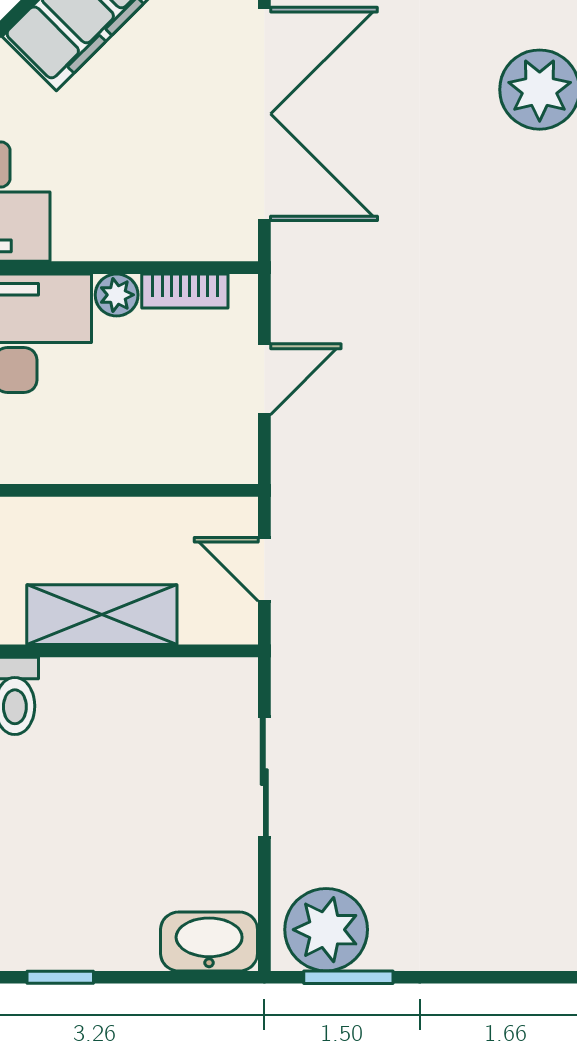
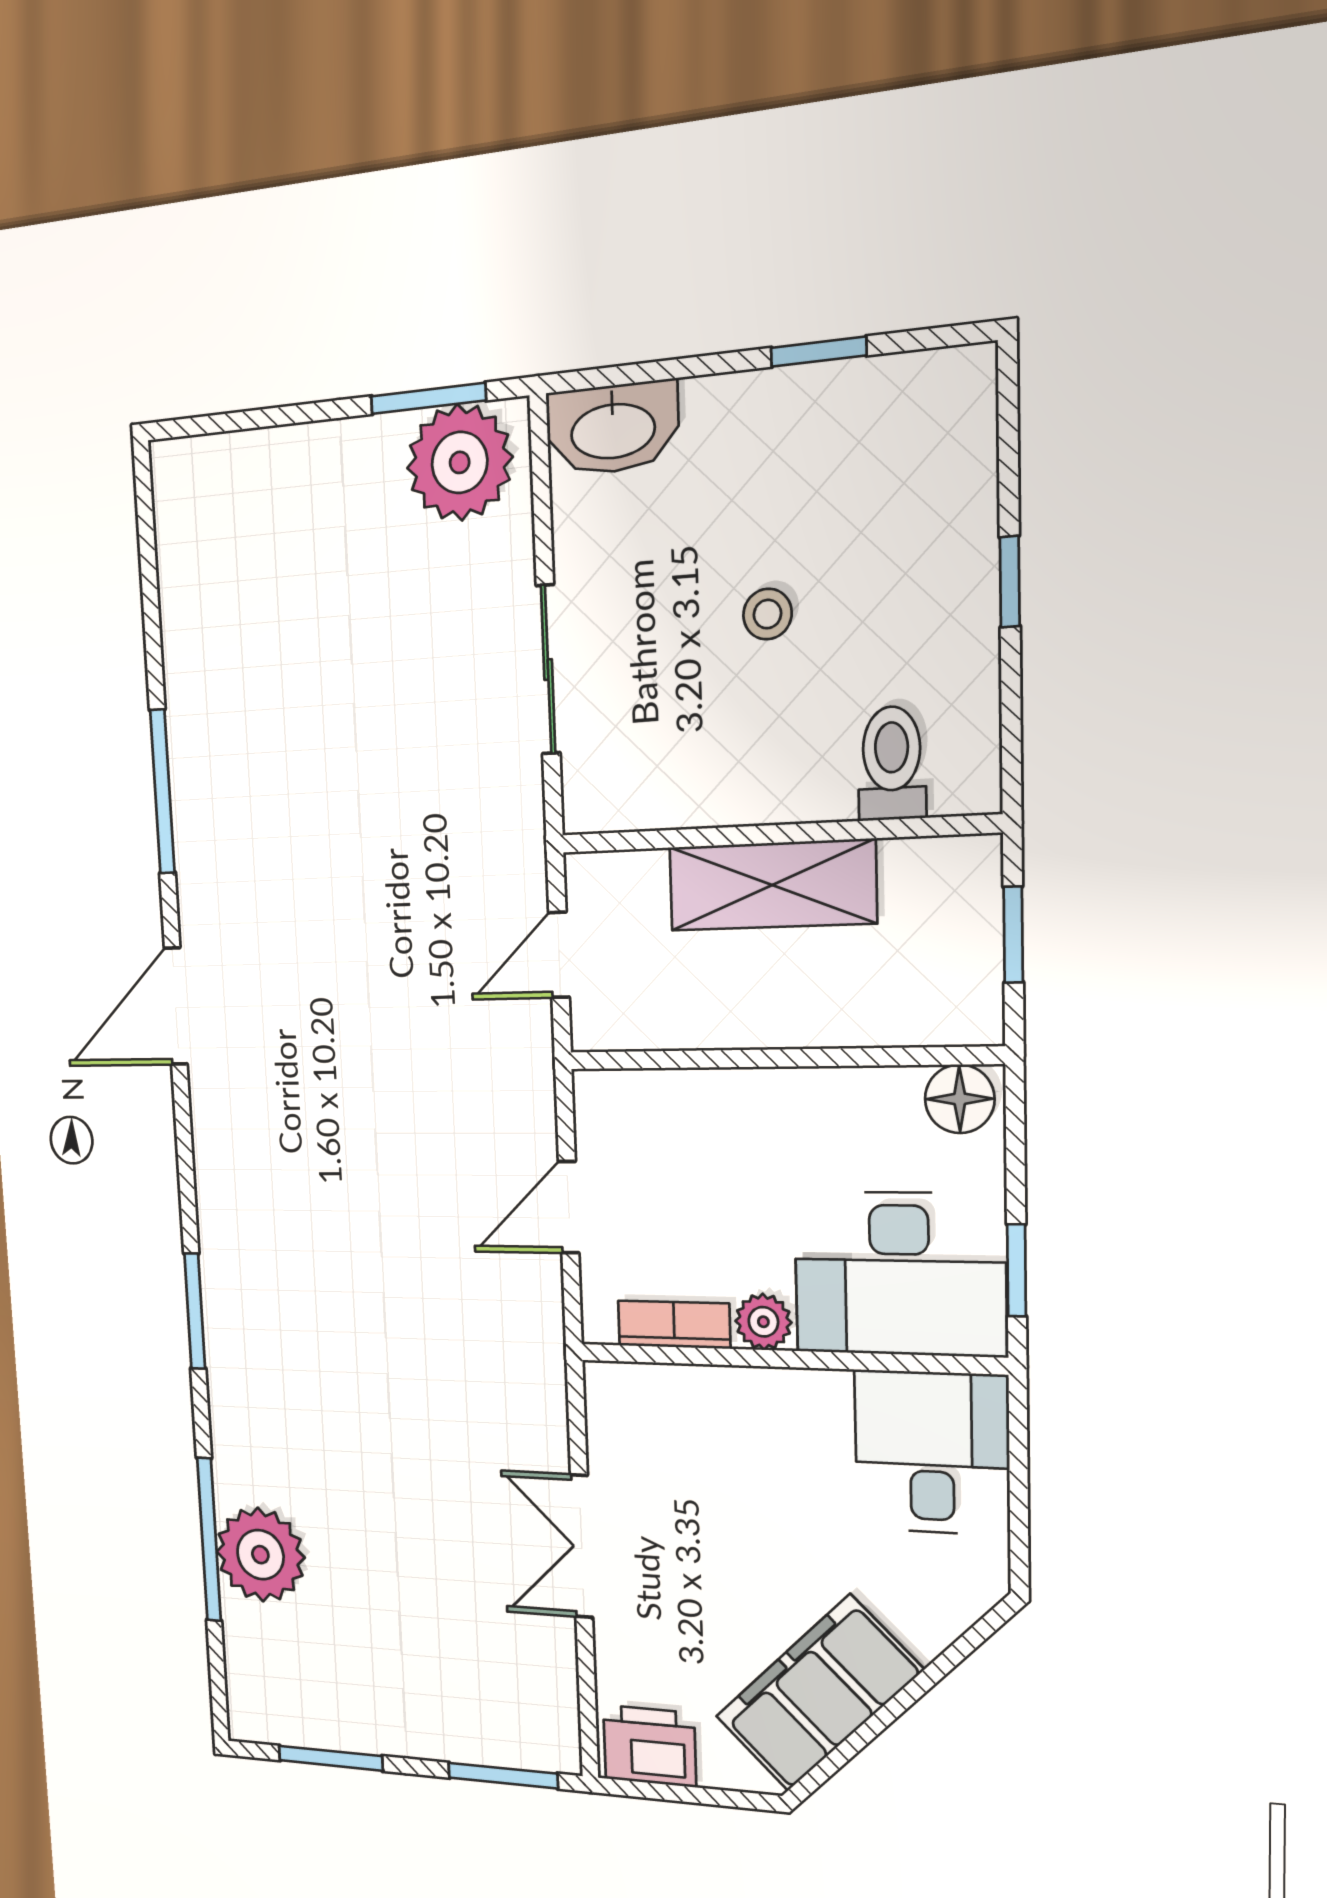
double door: (264, 114) -> (582, 1546), width x0.54
door: (264, 569) -> (559, 955), swing flipped
stool: (100, 804) -> (767, 614), added

